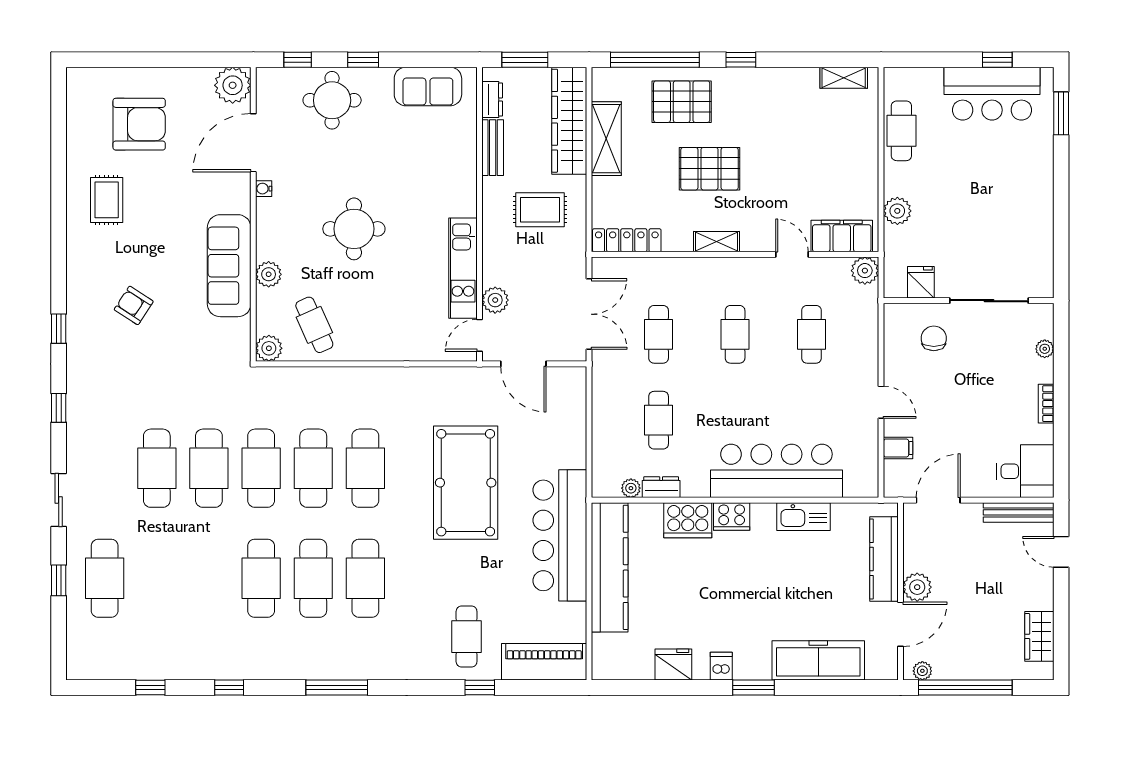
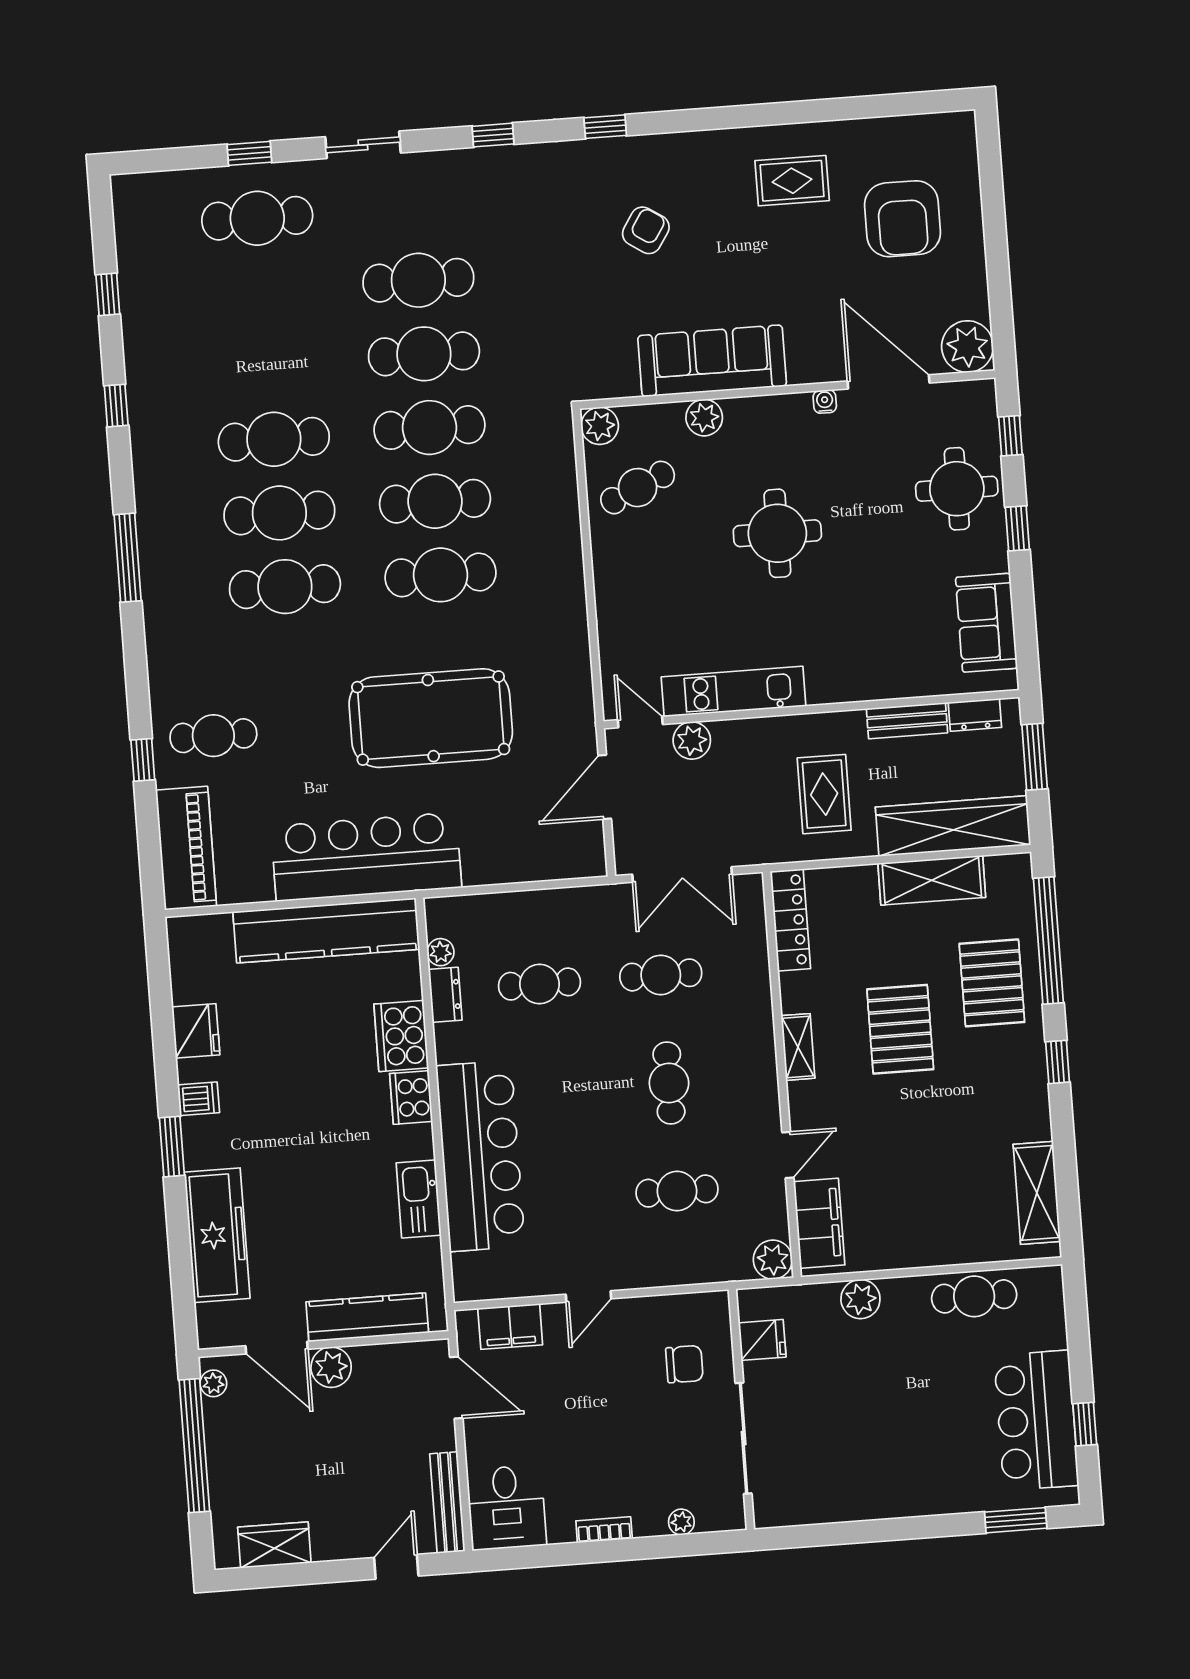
shelving: (844, 78) -> (1037, 1193), width x1.50, depth x1.33
cafe table: (735, 334) -> (669, 1083), turned 90
filing cabinet: (898, 448) -> (510, 1327), width x2.00

